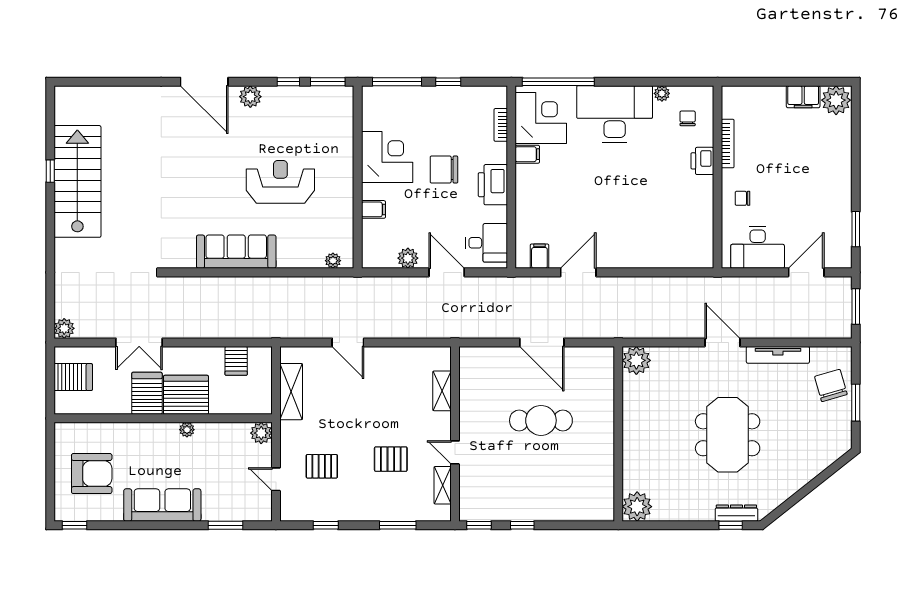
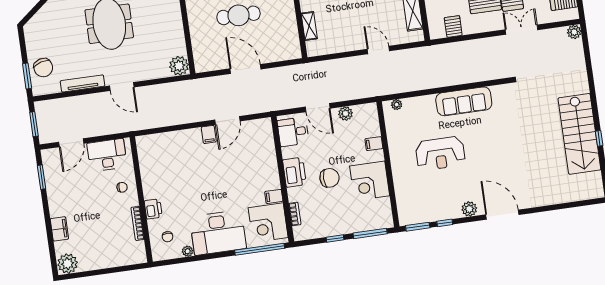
filing cabinet: (803, 97) -> (59, 229), moved, turned 90
filing cabinet: (539, 256) -> (209, 134), moved
window: (856, 403) -> (27, 76), moved

